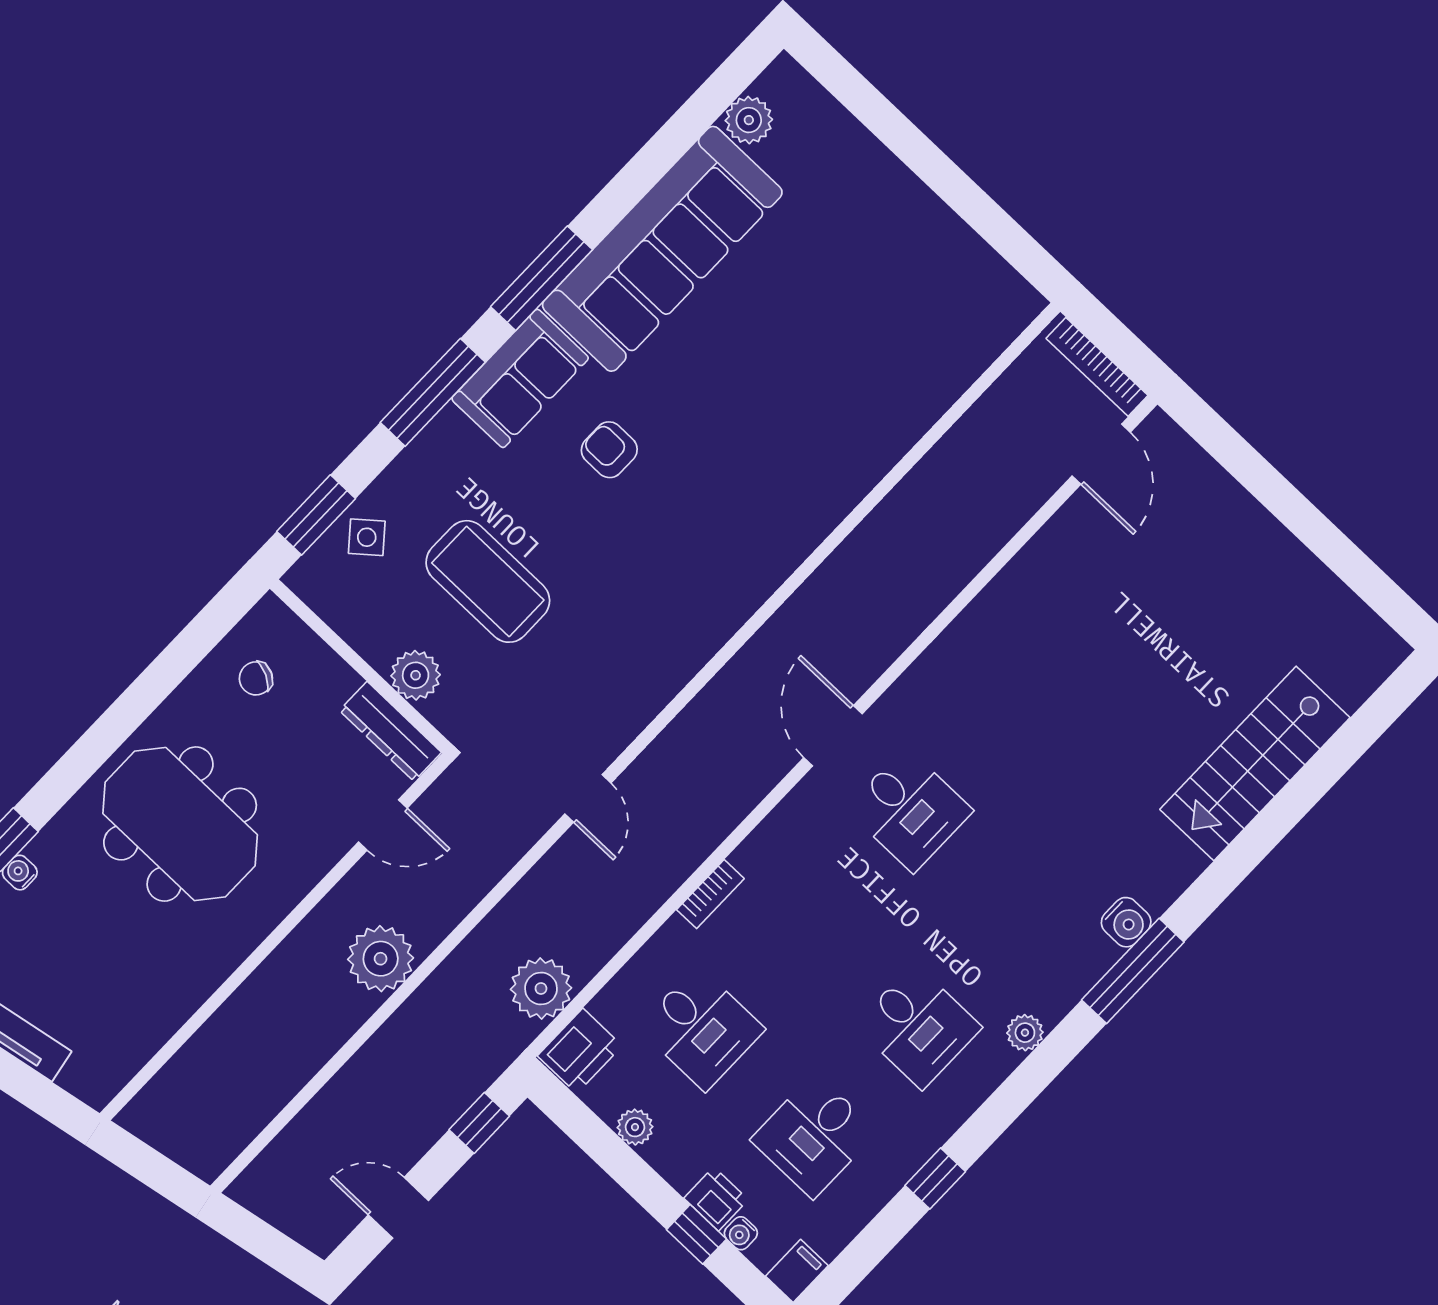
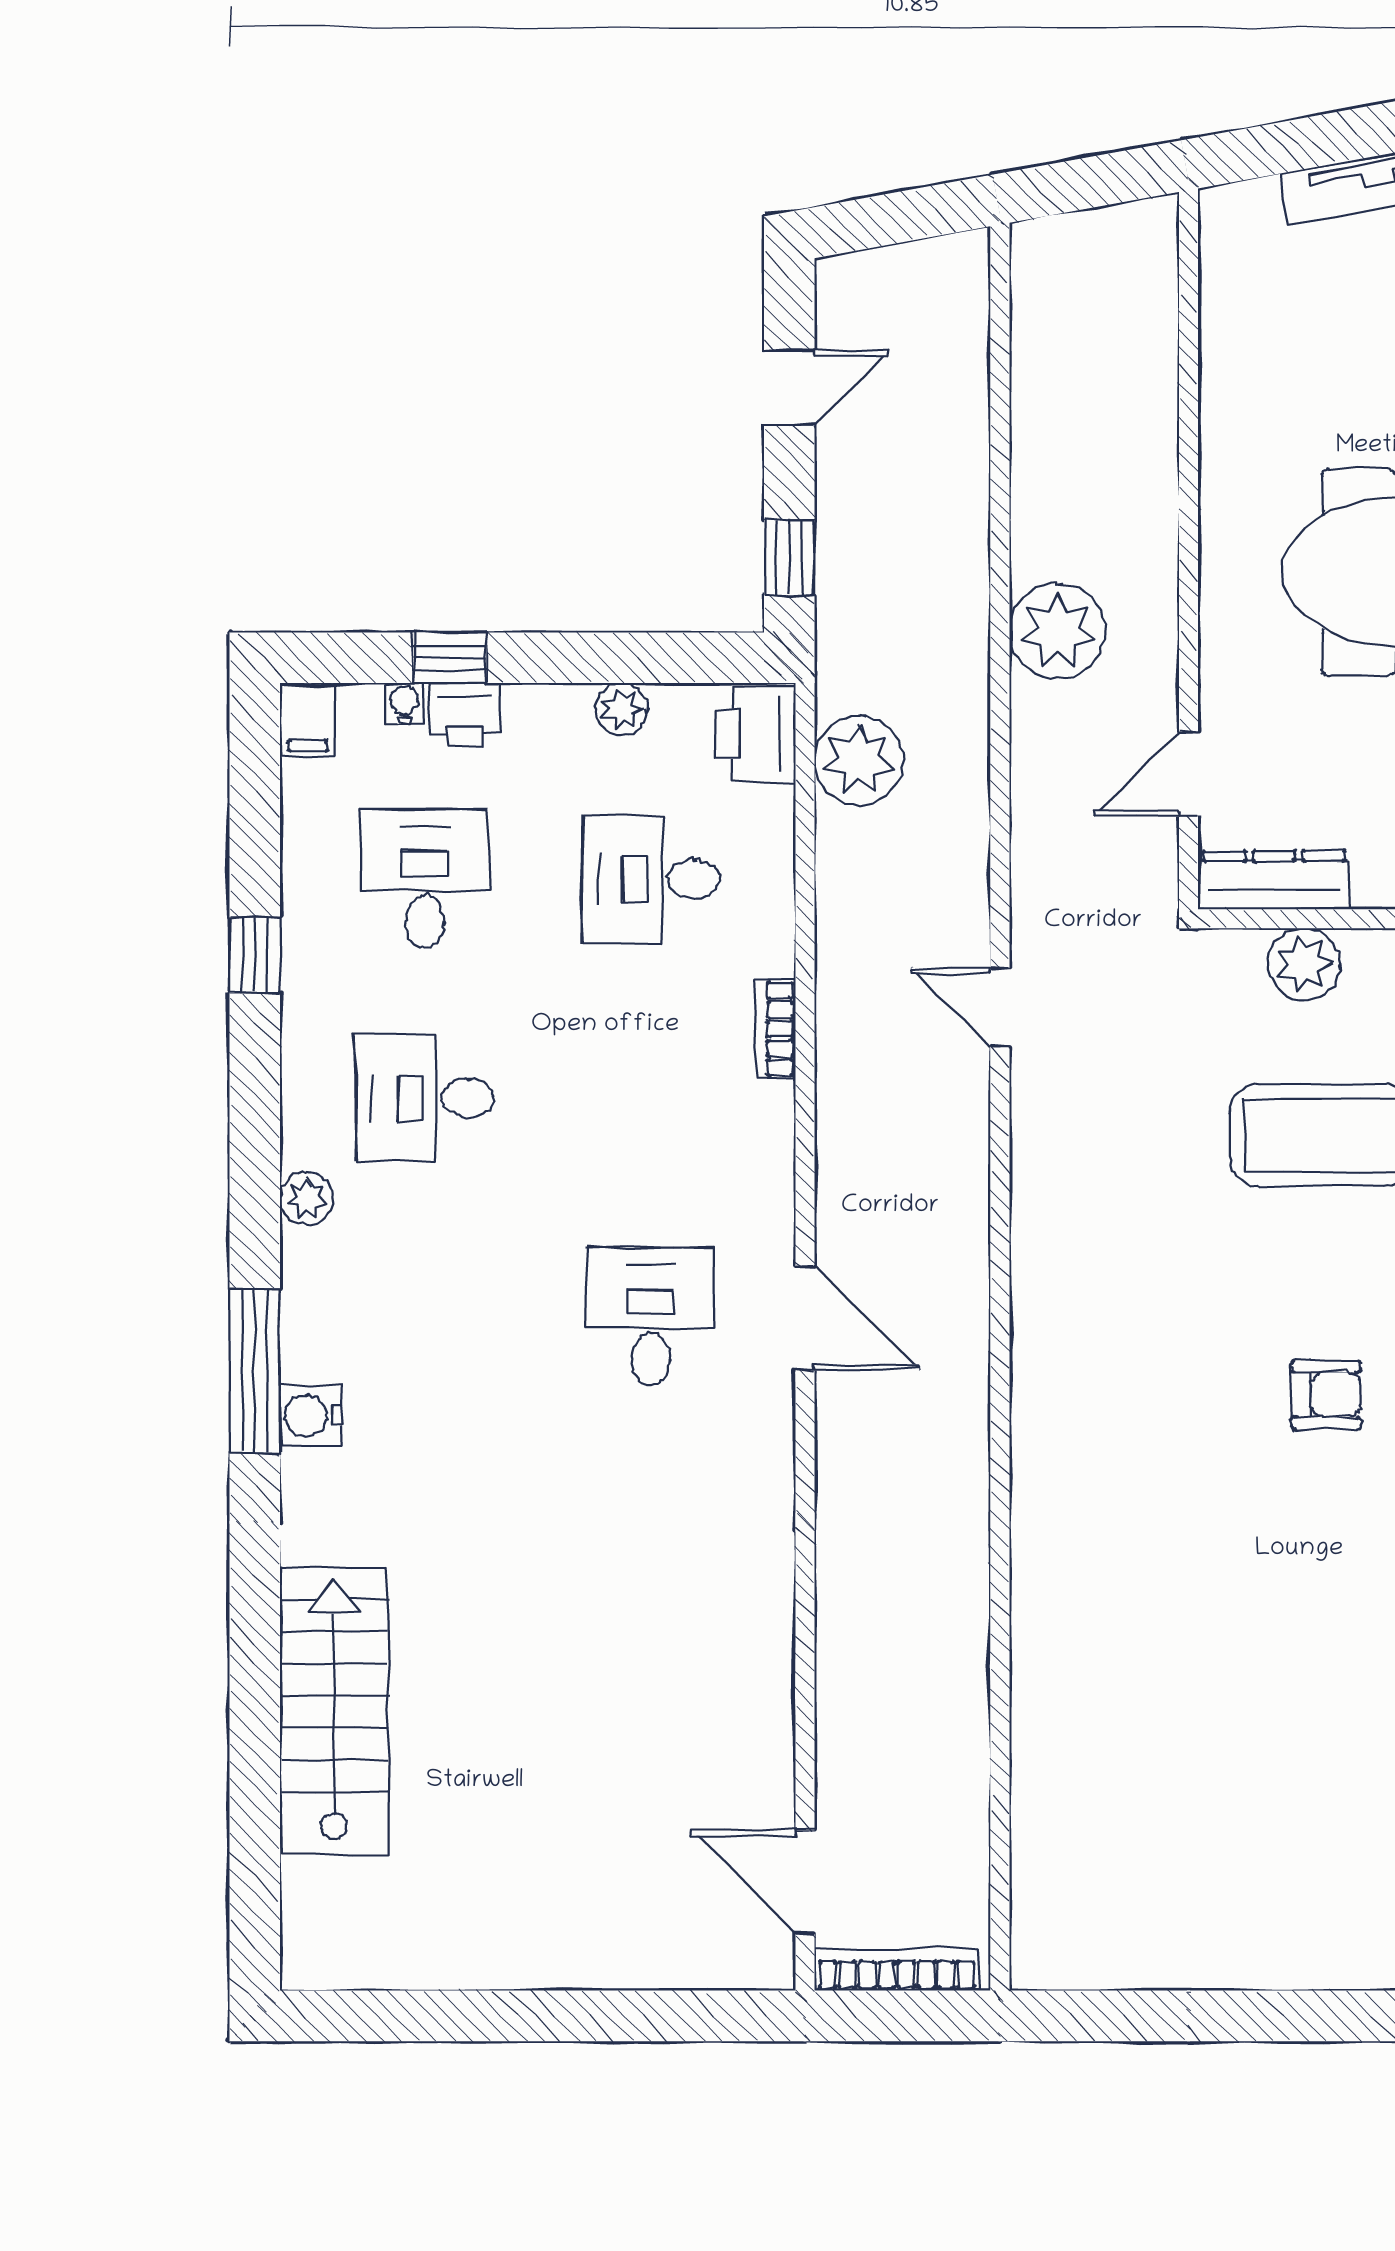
desk: (909, 810) -> (651, 1317), turned 90

